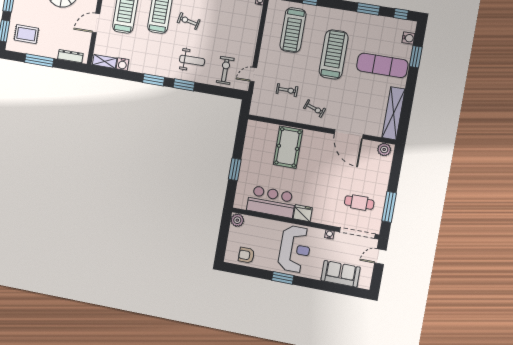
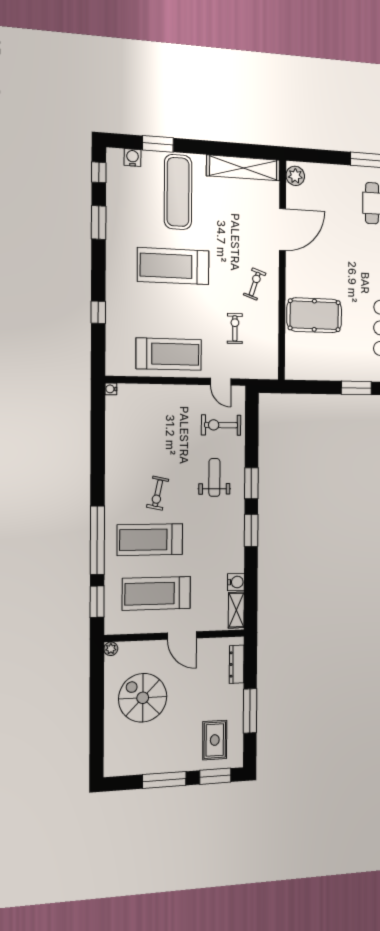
treadmill: (293, 30) -> (169, 354), moved

